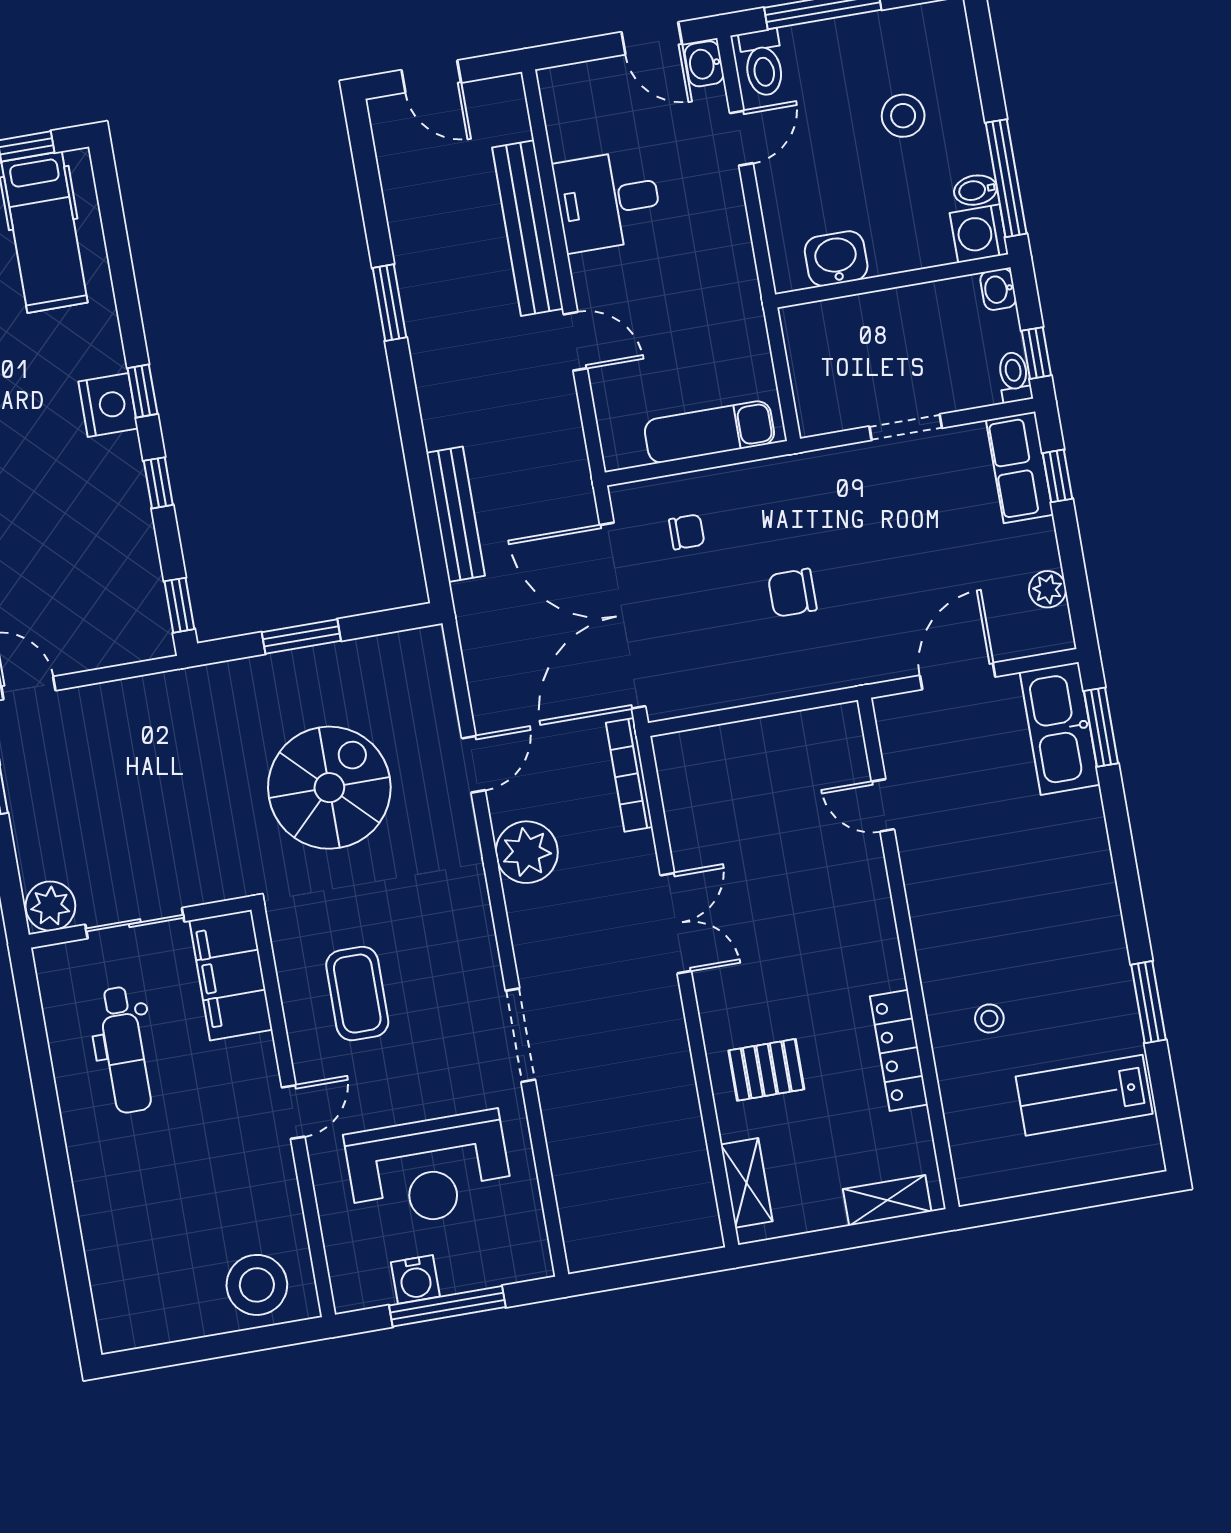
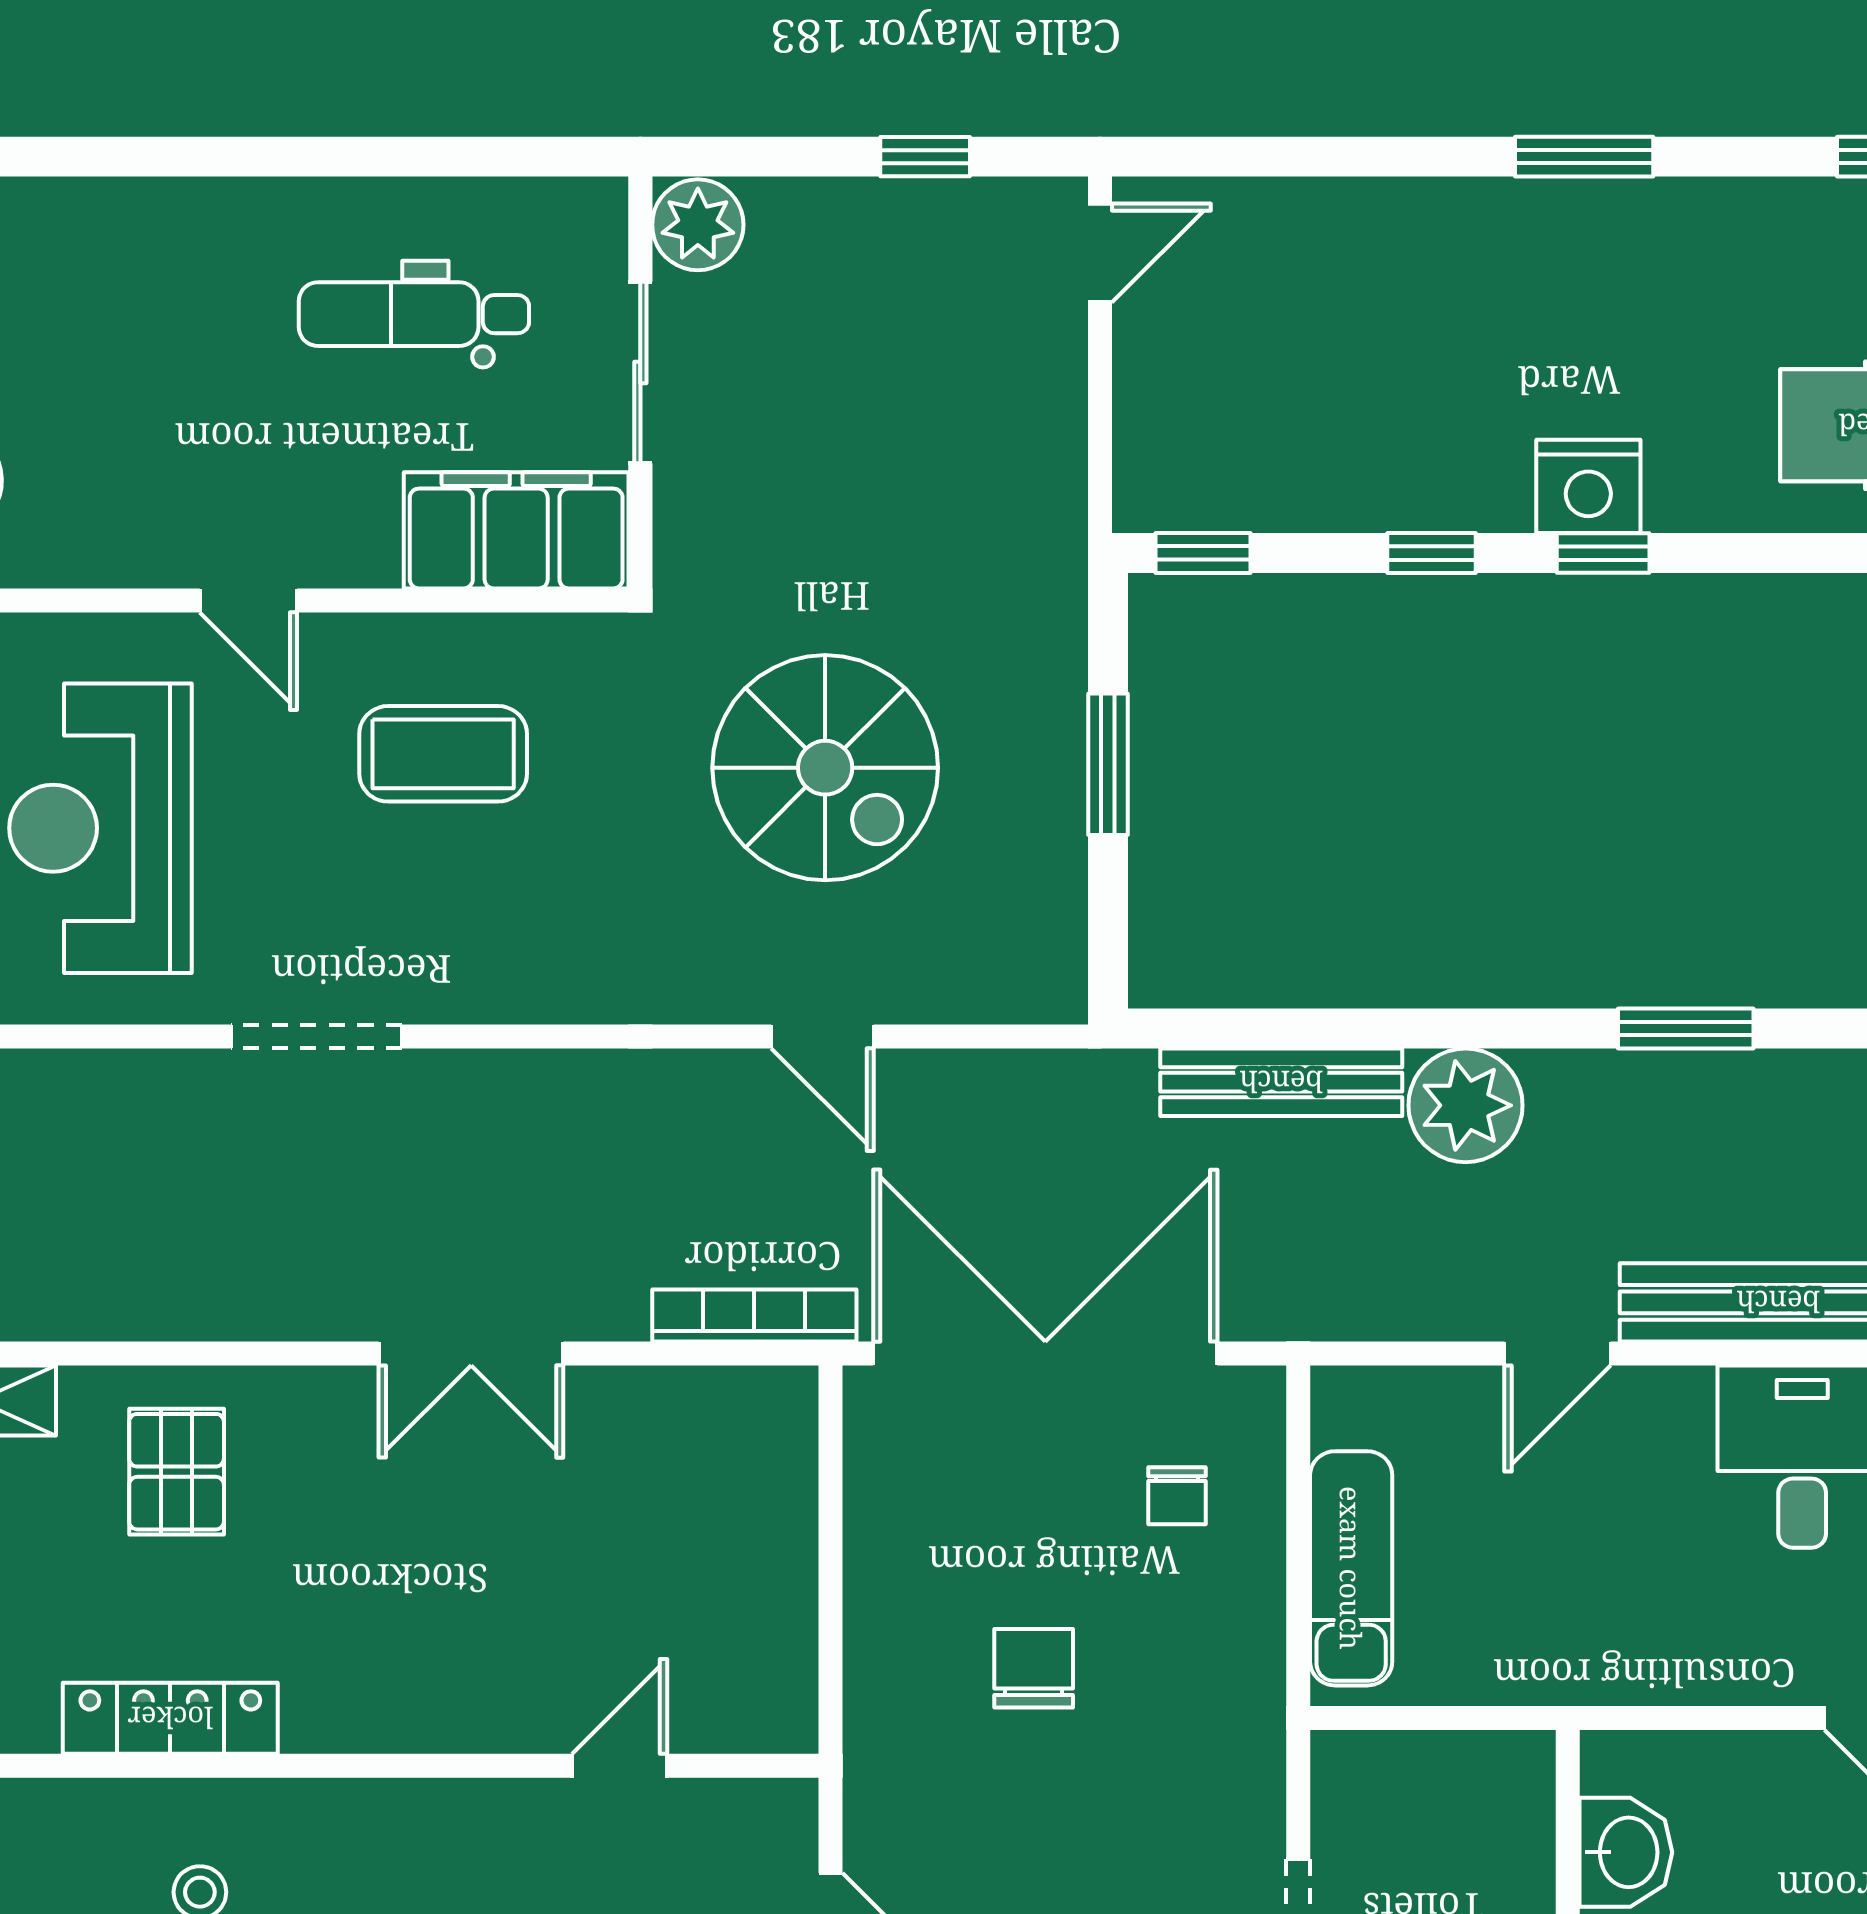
plant: (527, 852) -> (1466, 1105), moved

